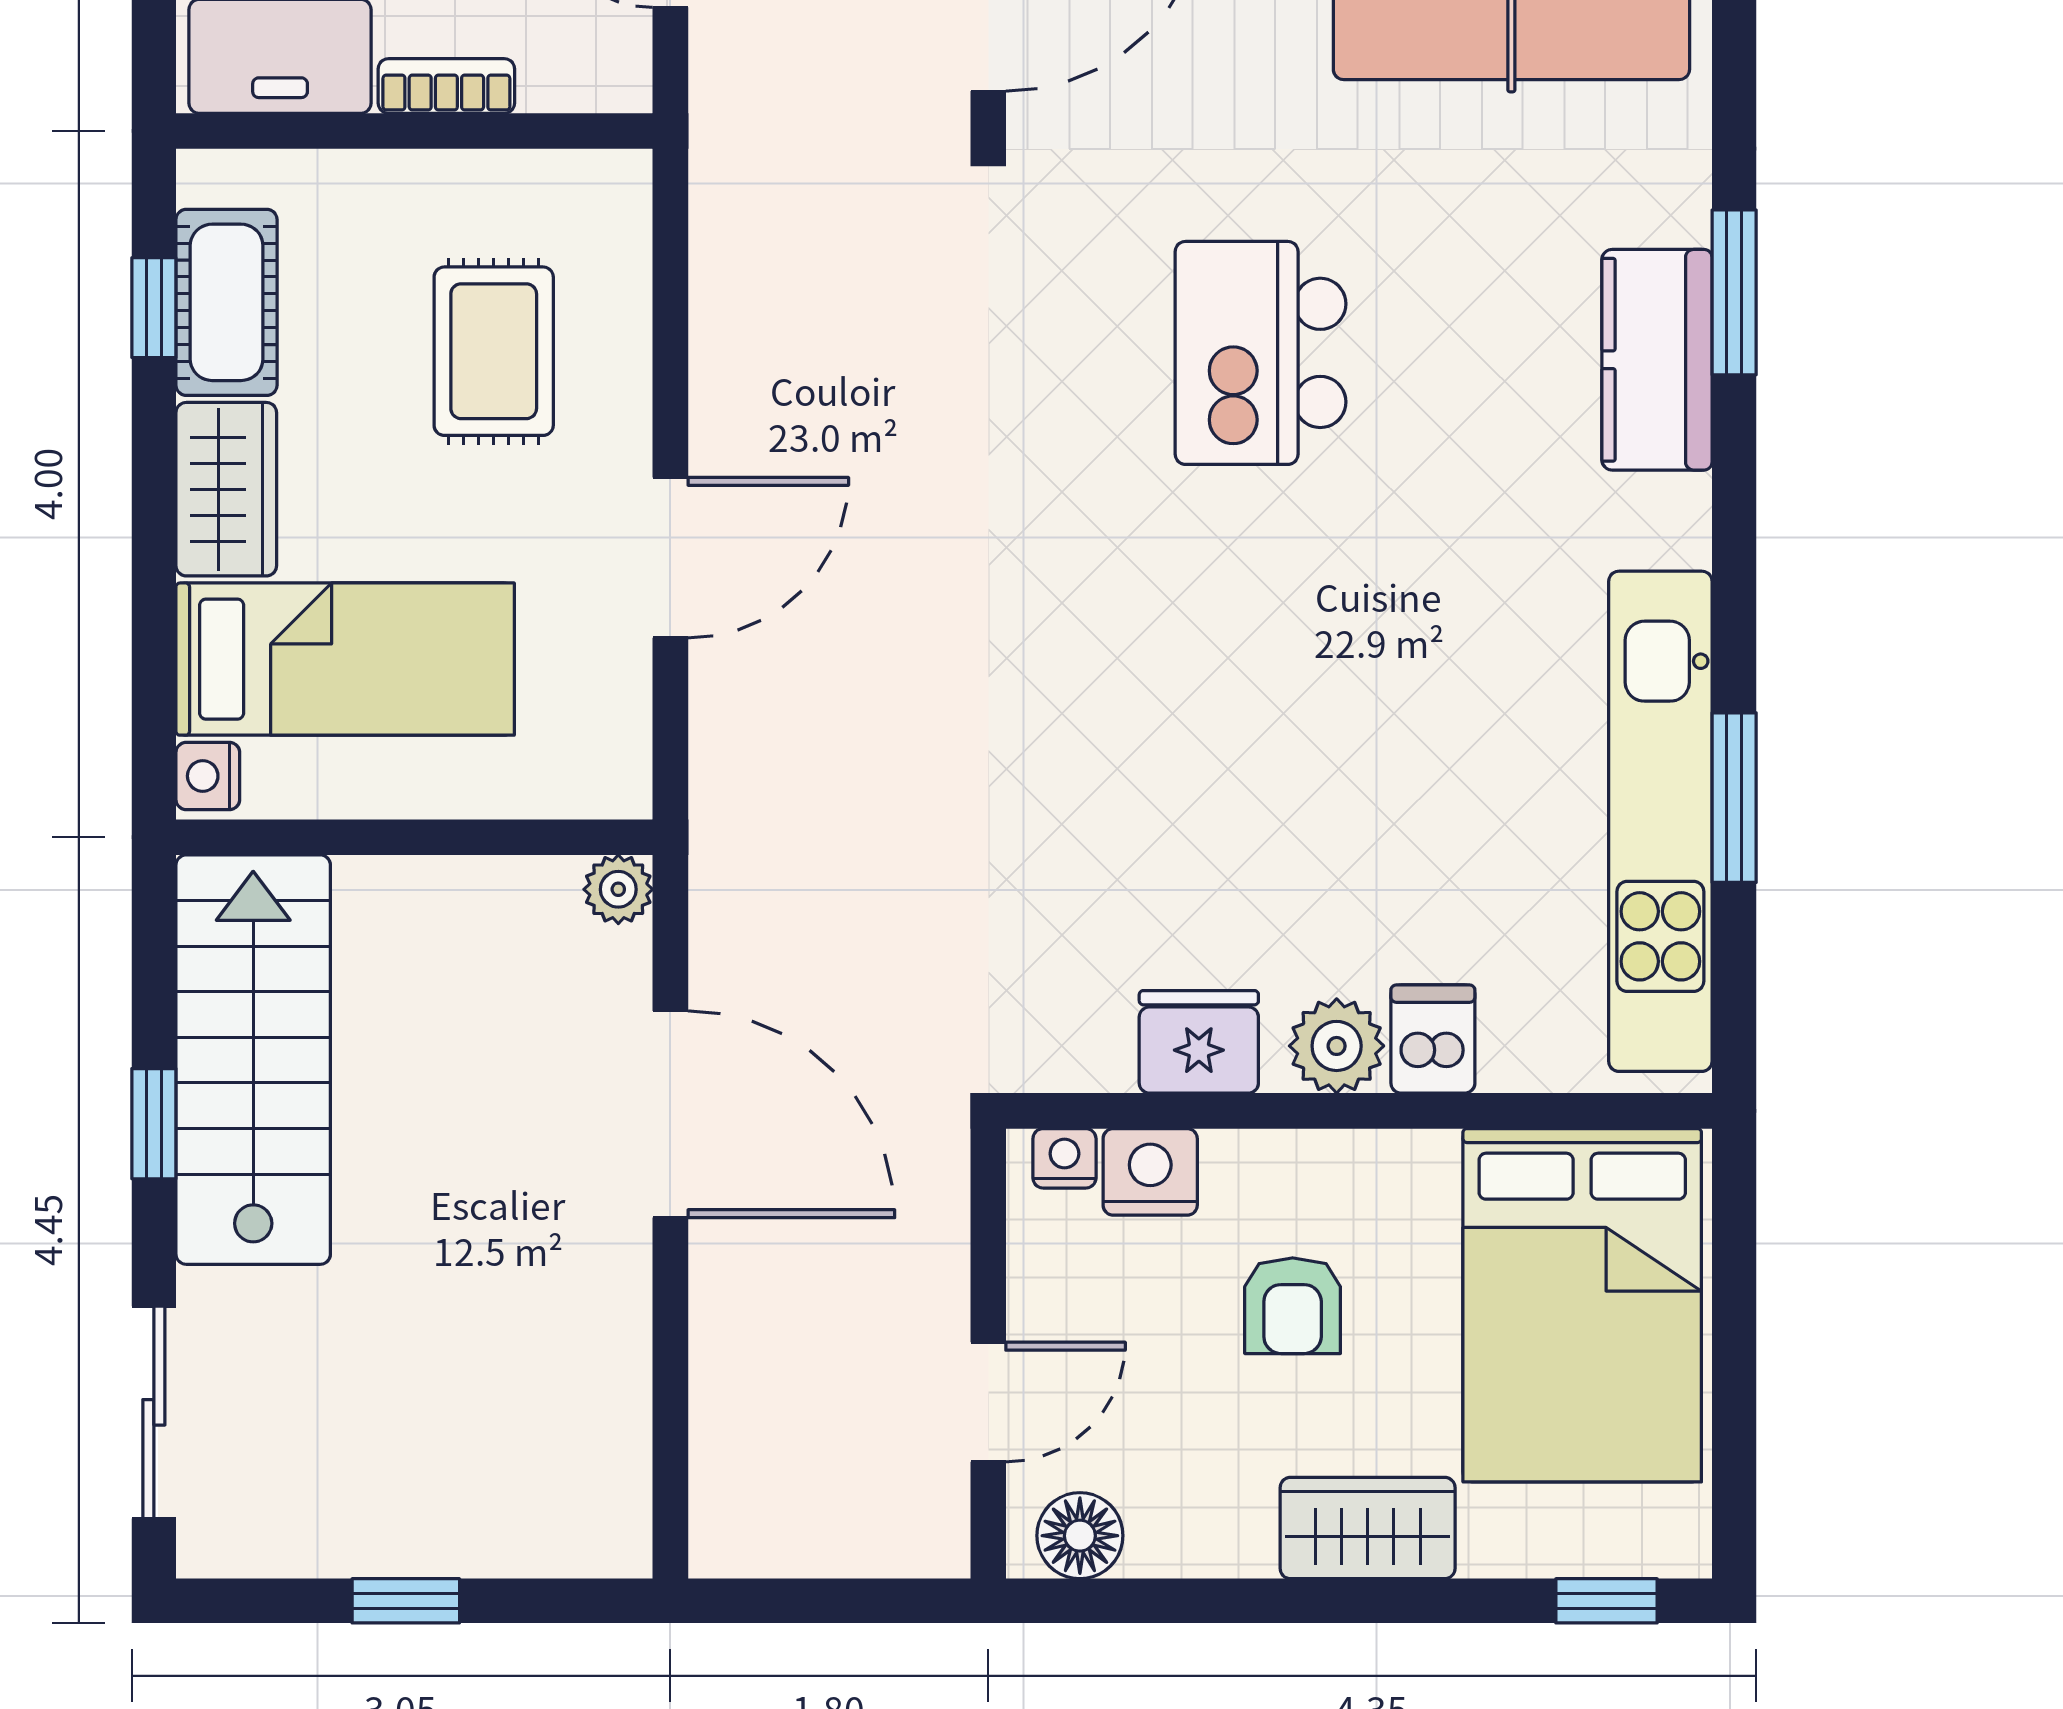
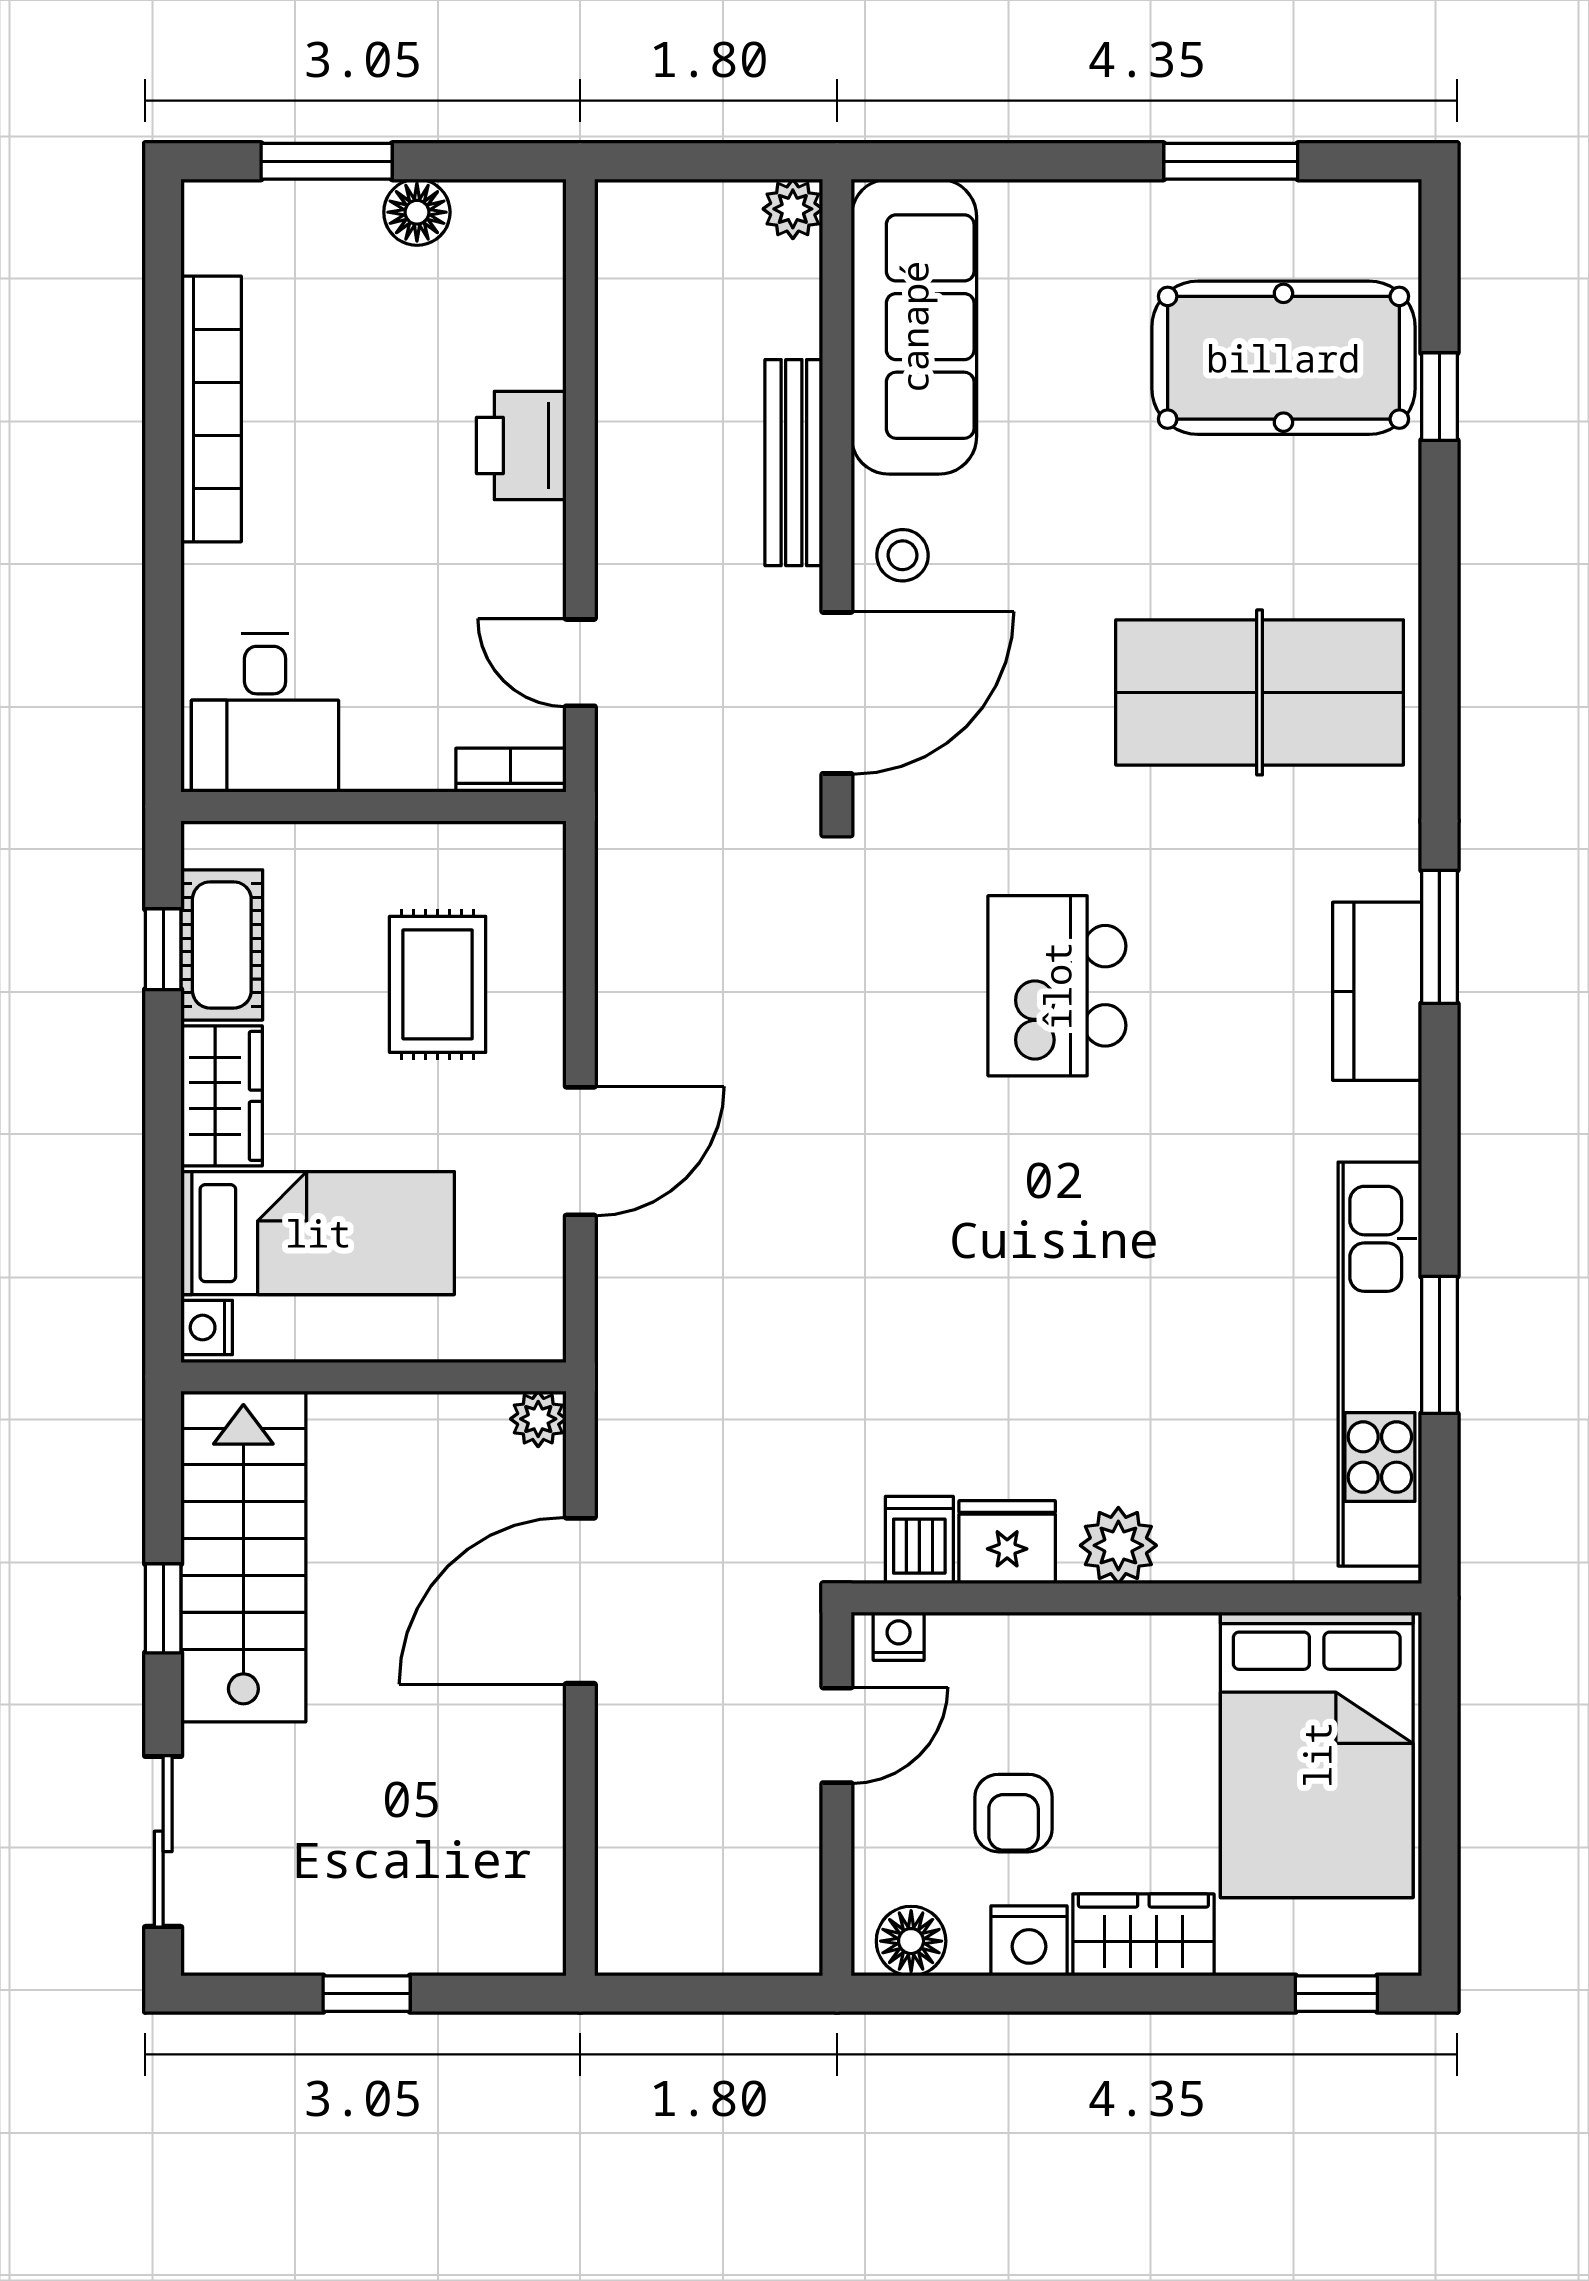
bookcase: (446, 86) -> (511, 770), moved
dishwasher: (1433, 1039) -> (919, 1540), moved
door: (670, 1114) -> (580, 1601), swing flipped
nightstand: (1150, 1172) -> (1029, 1941), moved, turned 180
armchair: (1293, 1306) -> (1014, 1813), moved
door: (988, 1402) -> (837, 1735), moved

